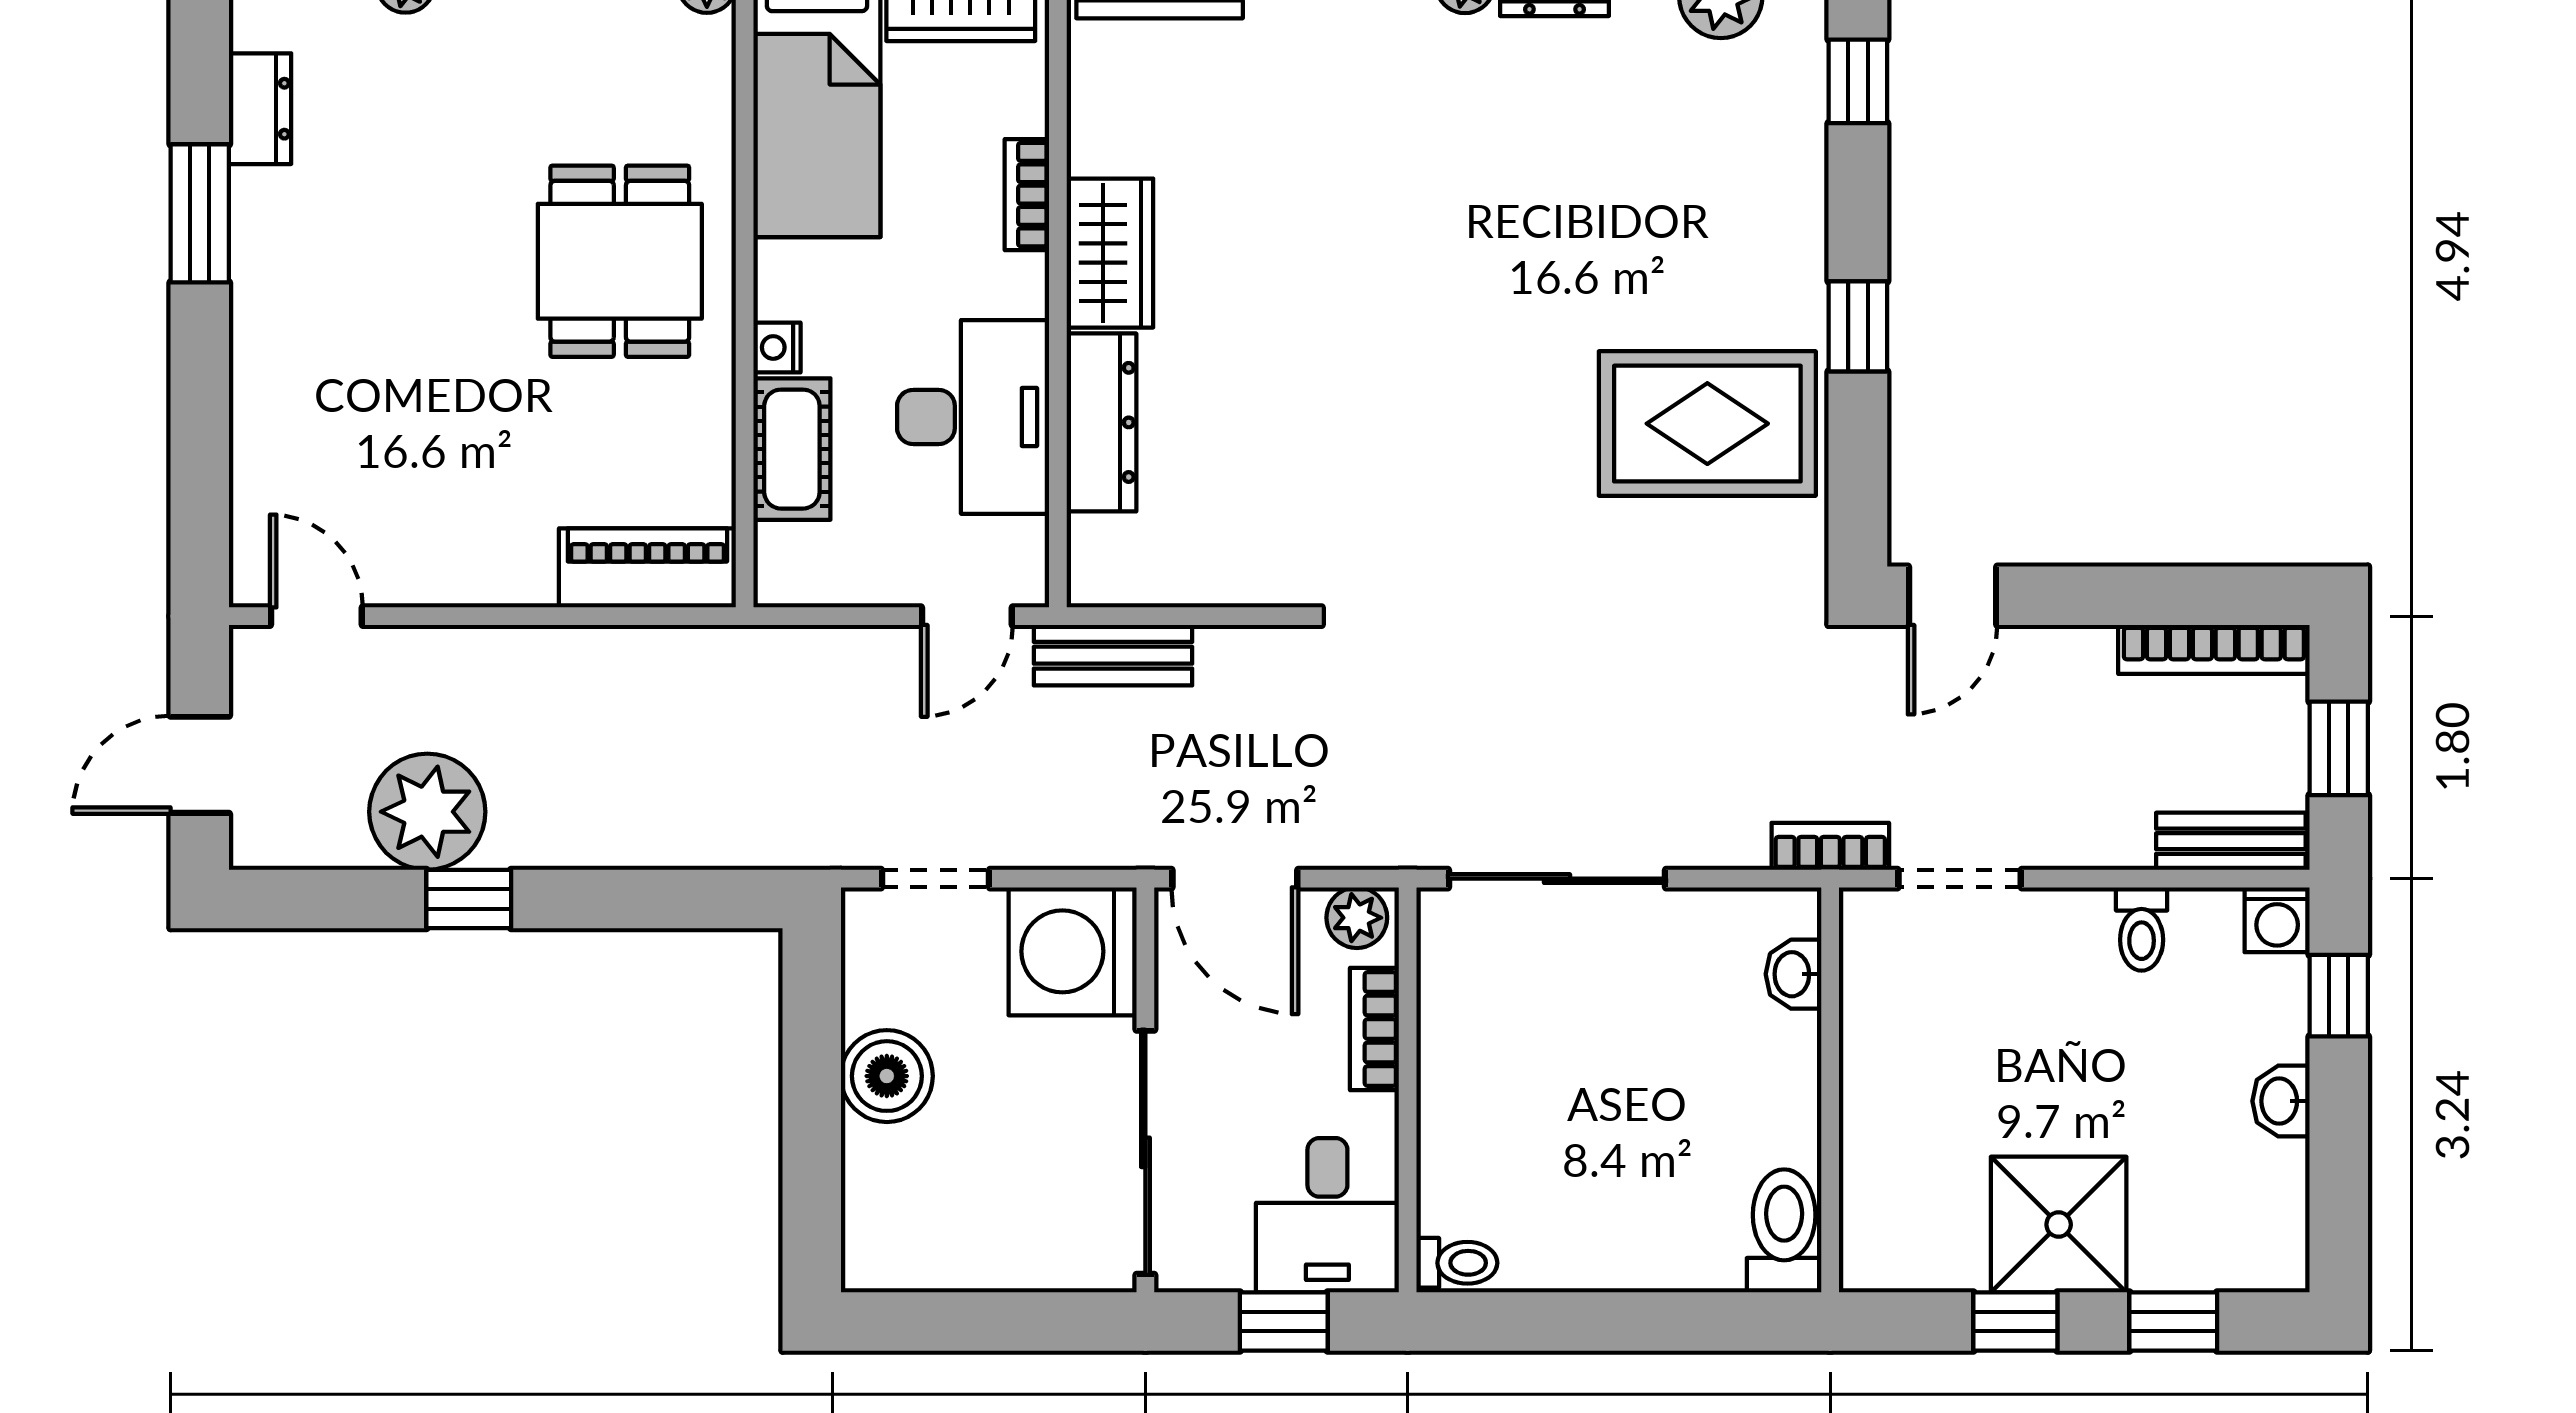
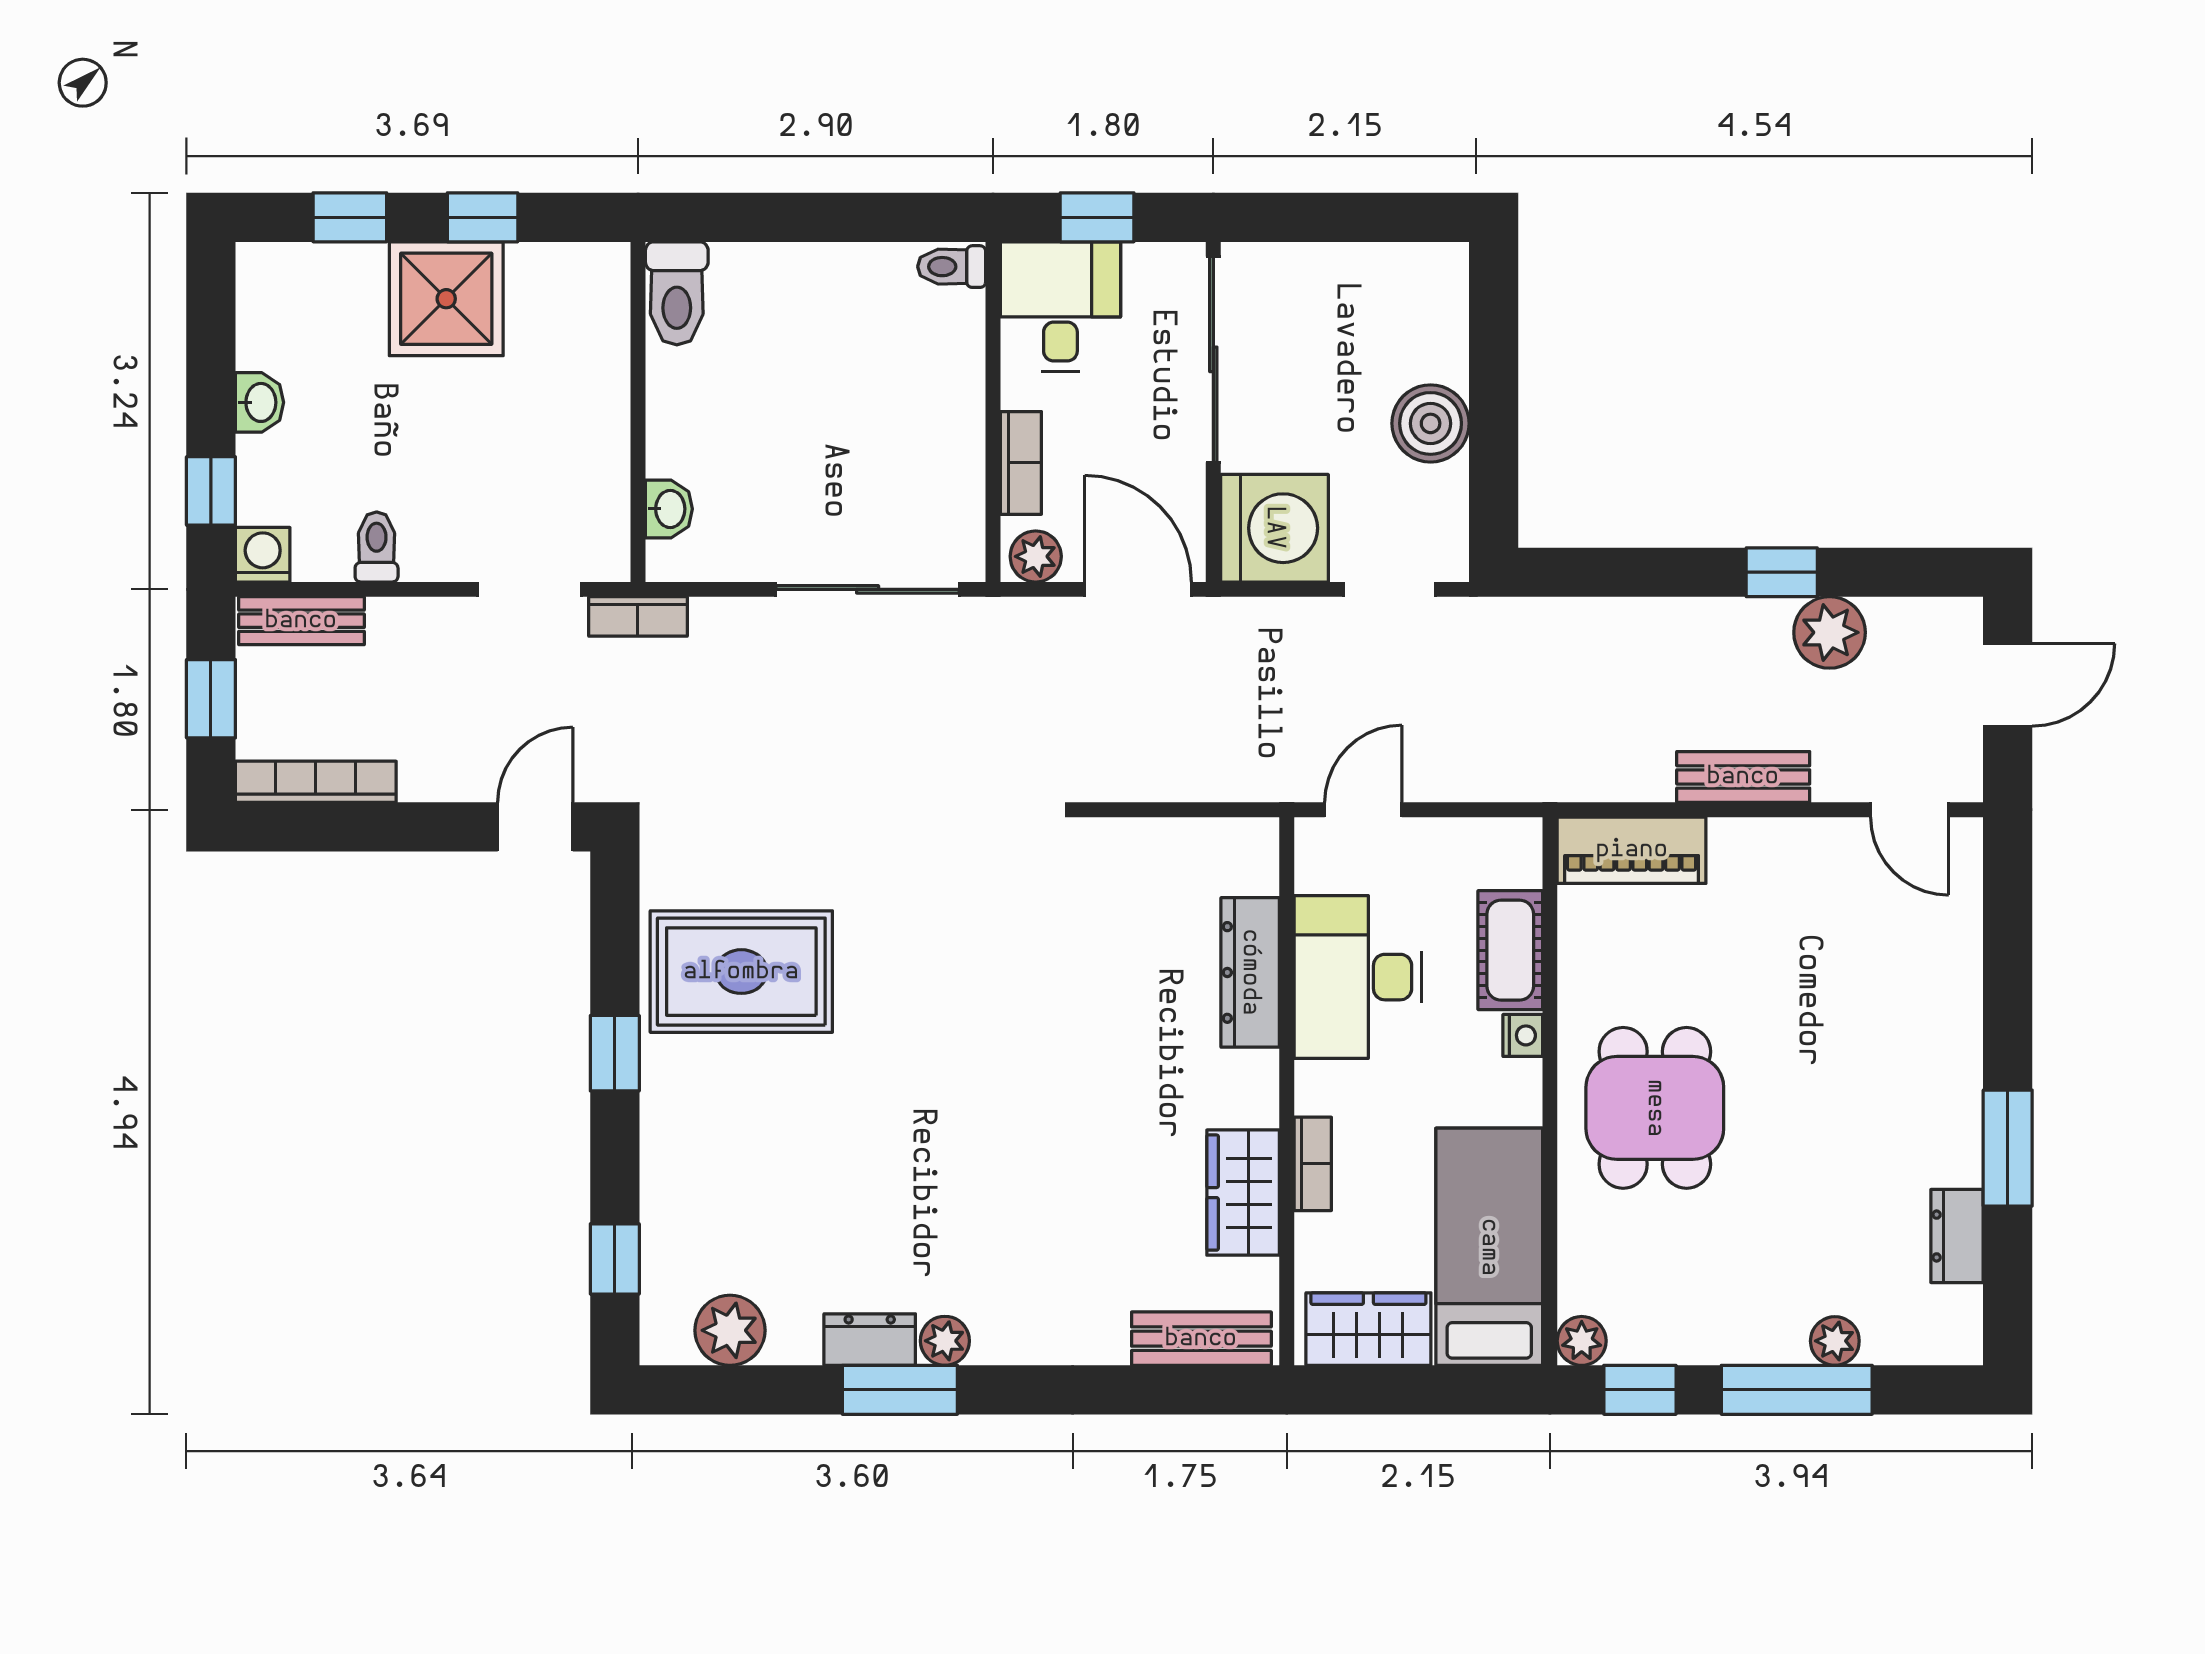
wardrobe: (1110, 253) -> (1243, 1193), moved
bench: (1113, 655) -> (1743, 777), moved
plant: (427, 812) -> (1830, 632), width x0.73, depth x0.73

